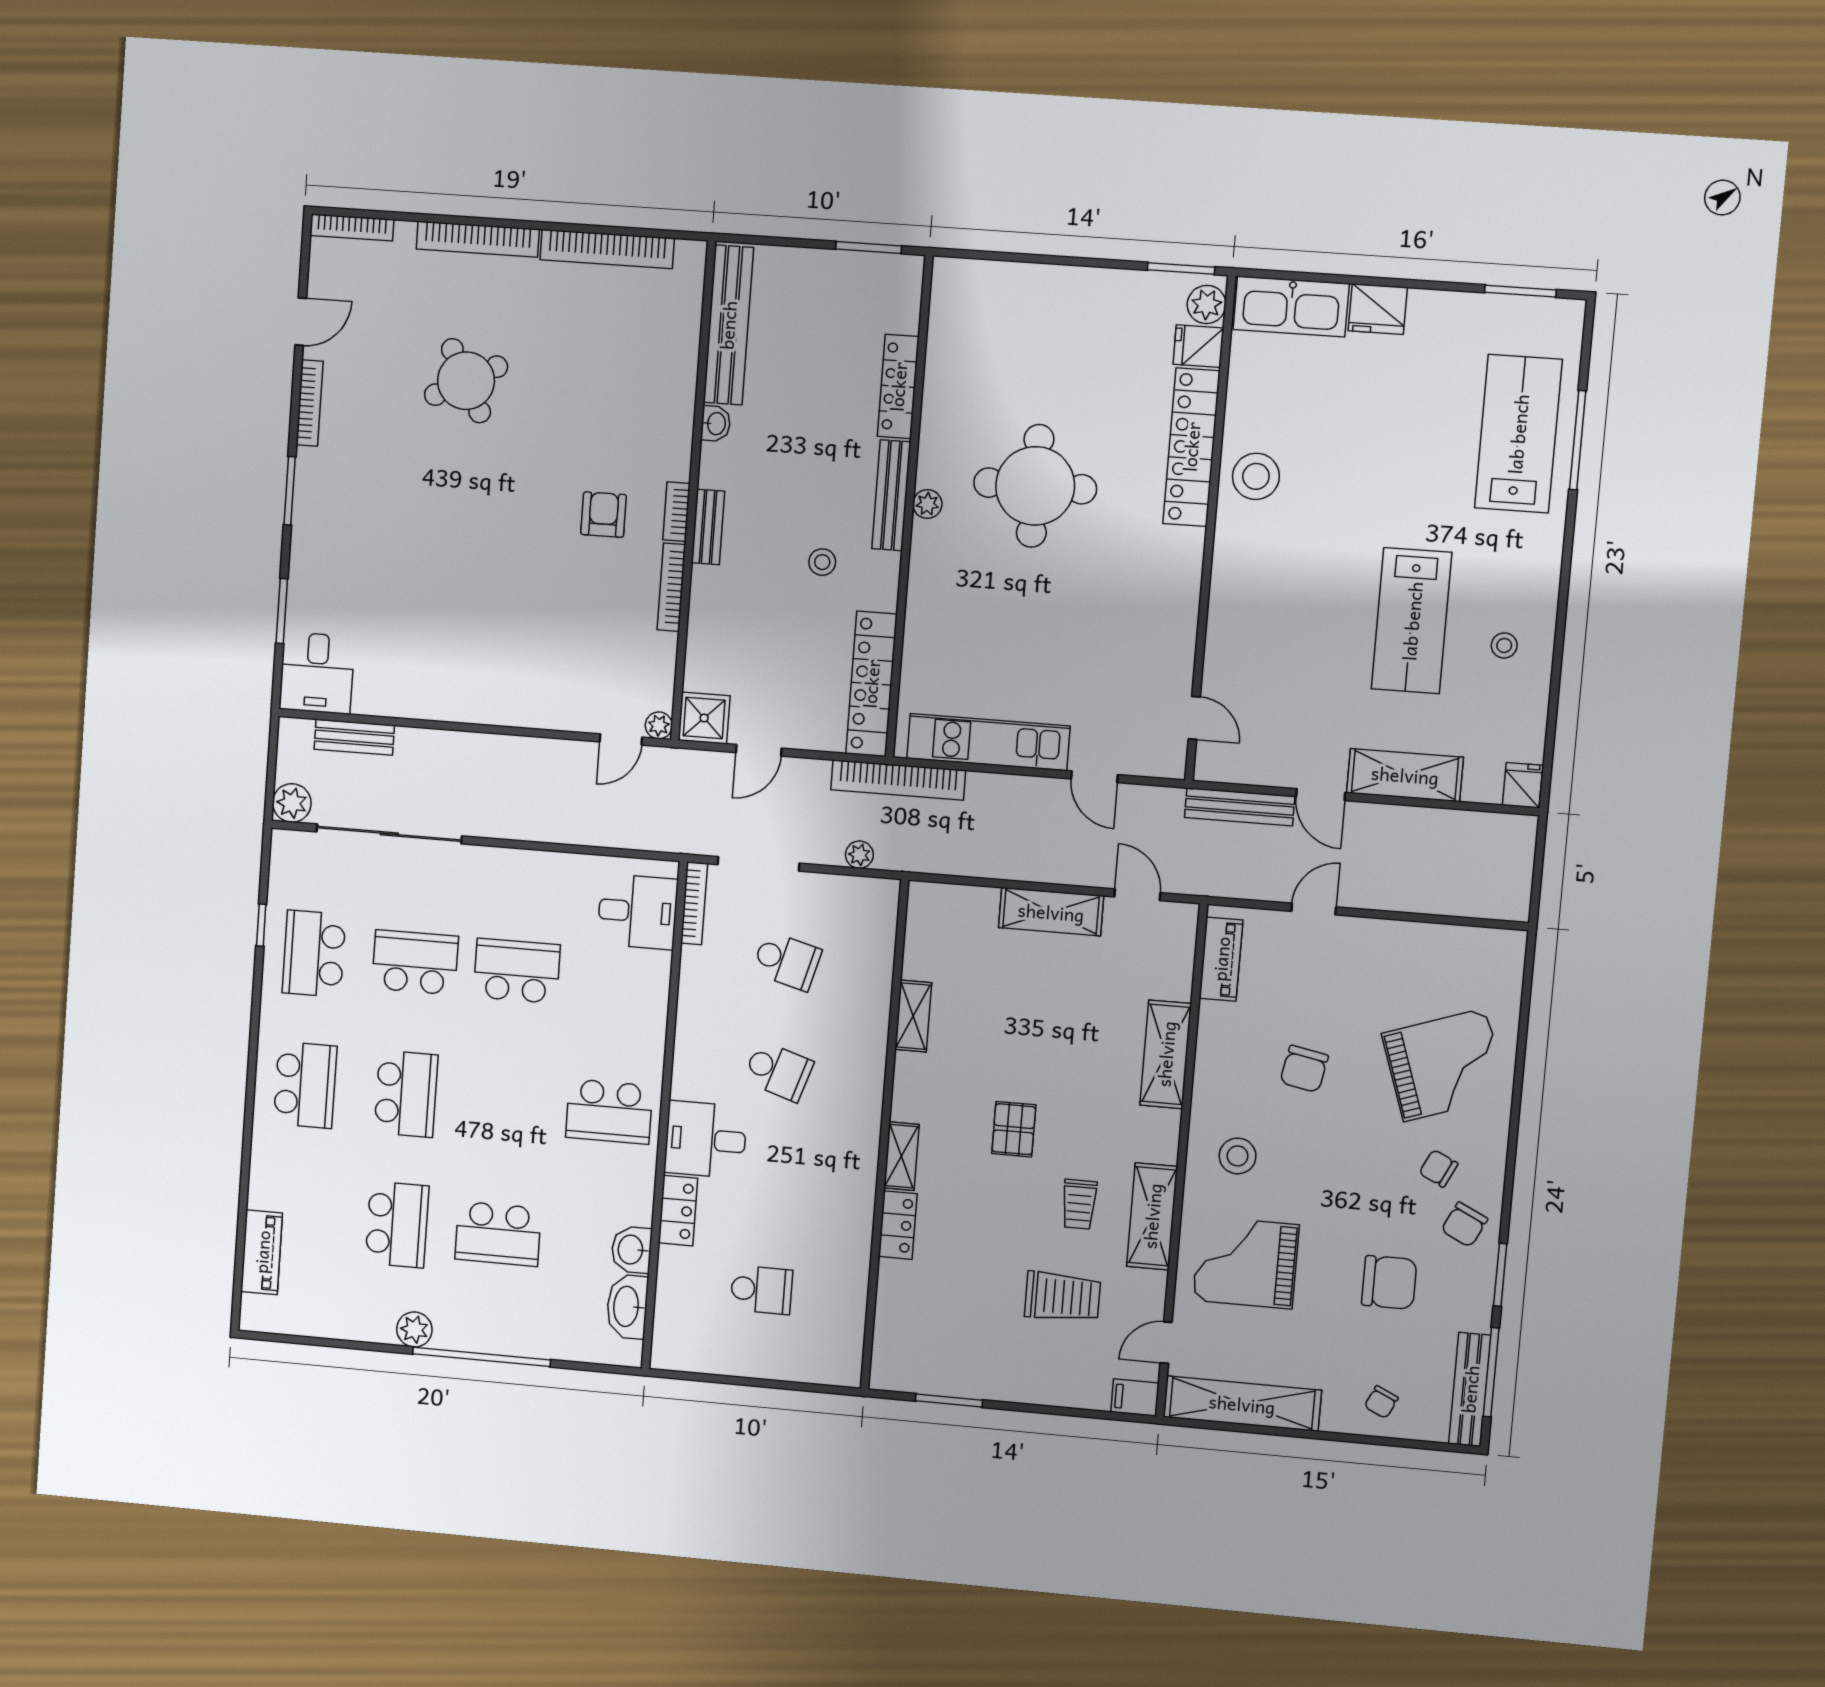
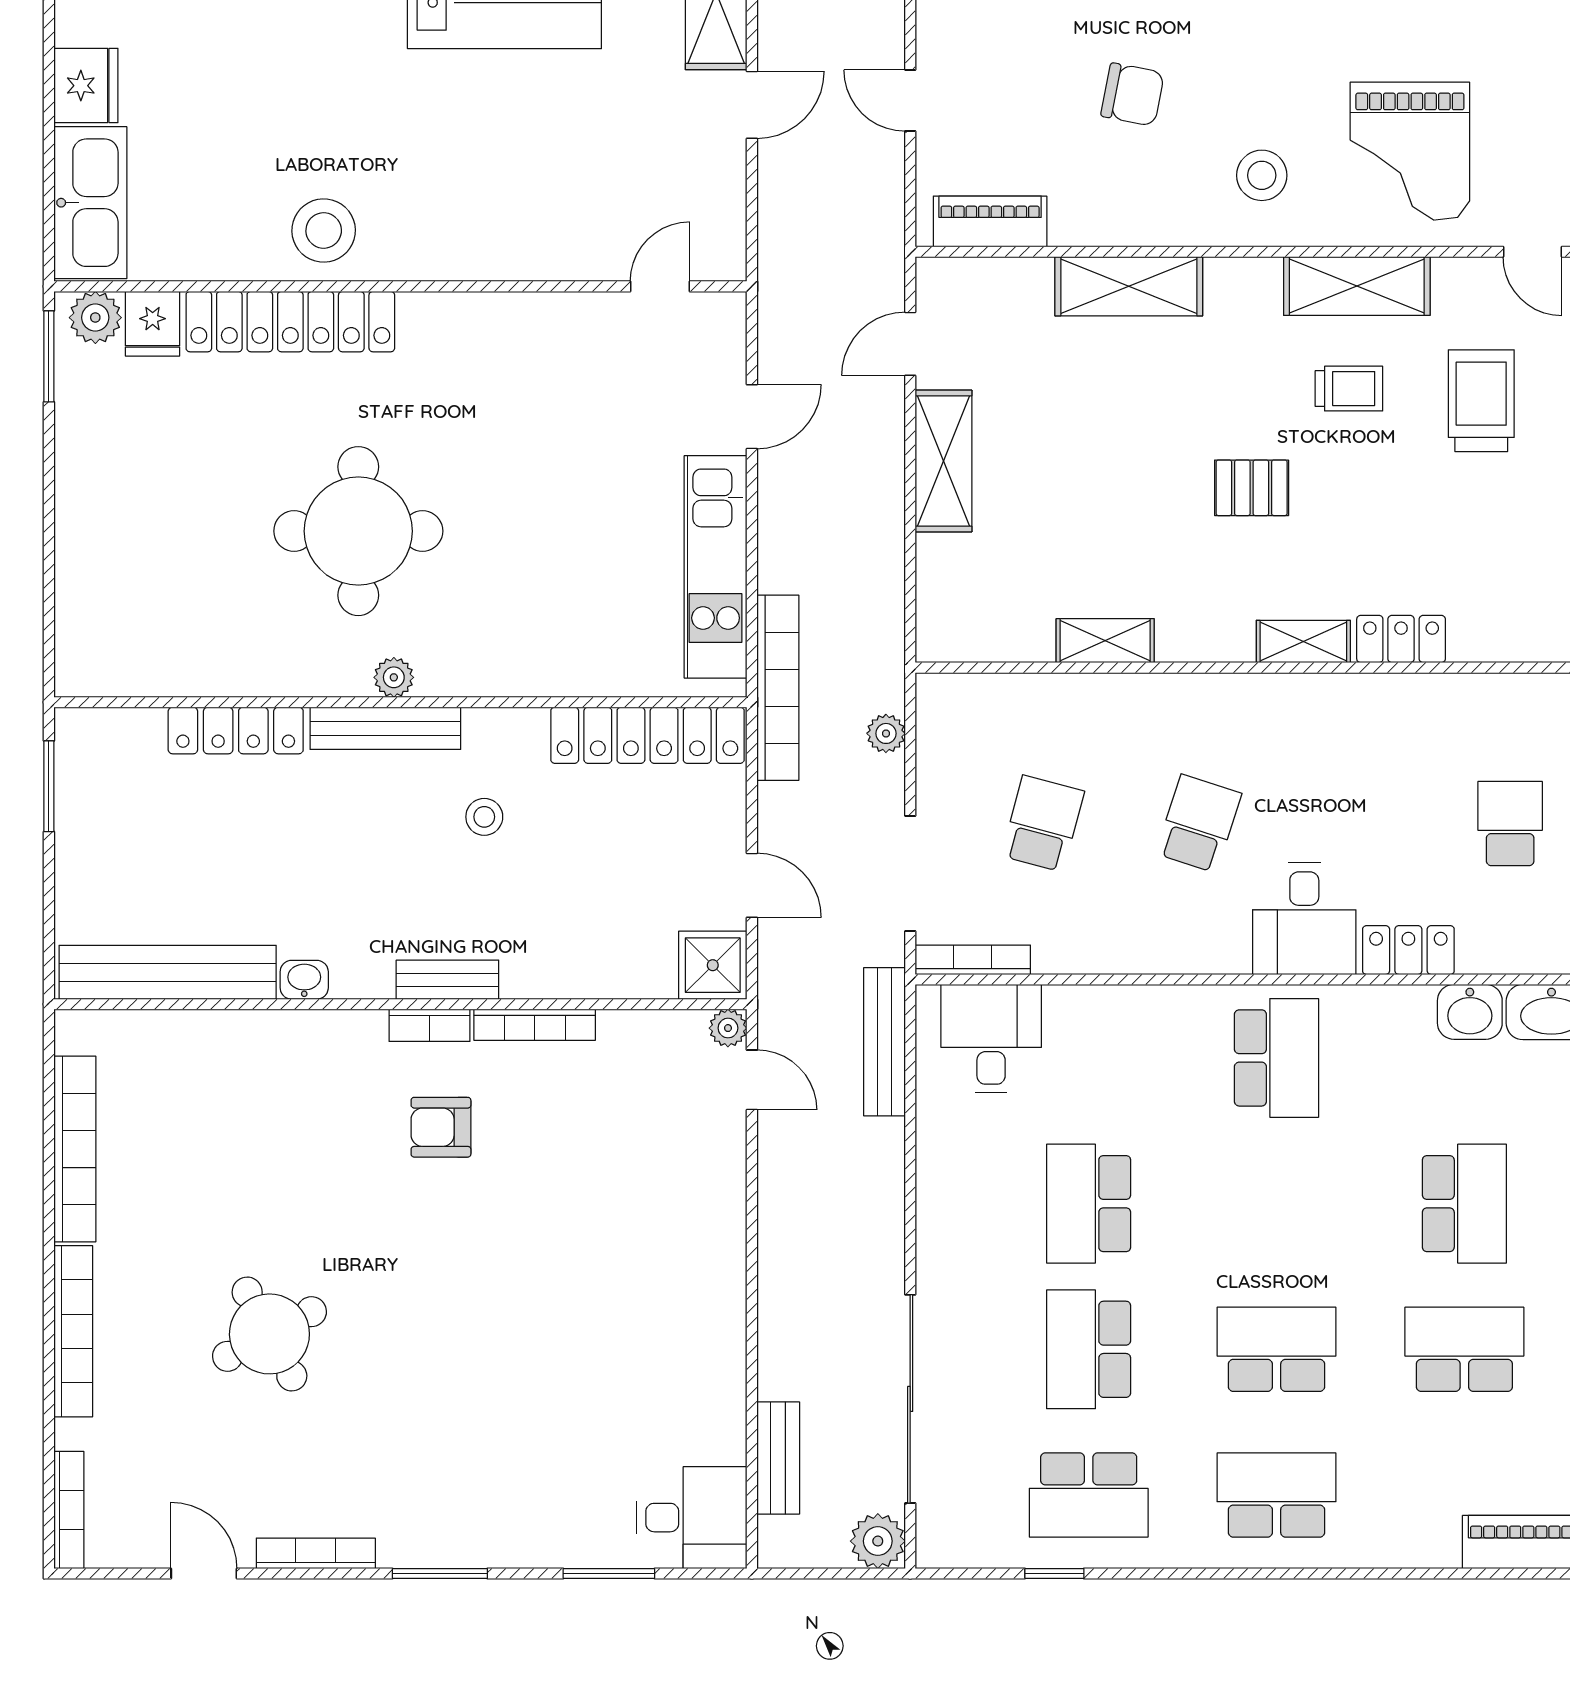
bench: (1240, 807) -> (884, 1042), moved

